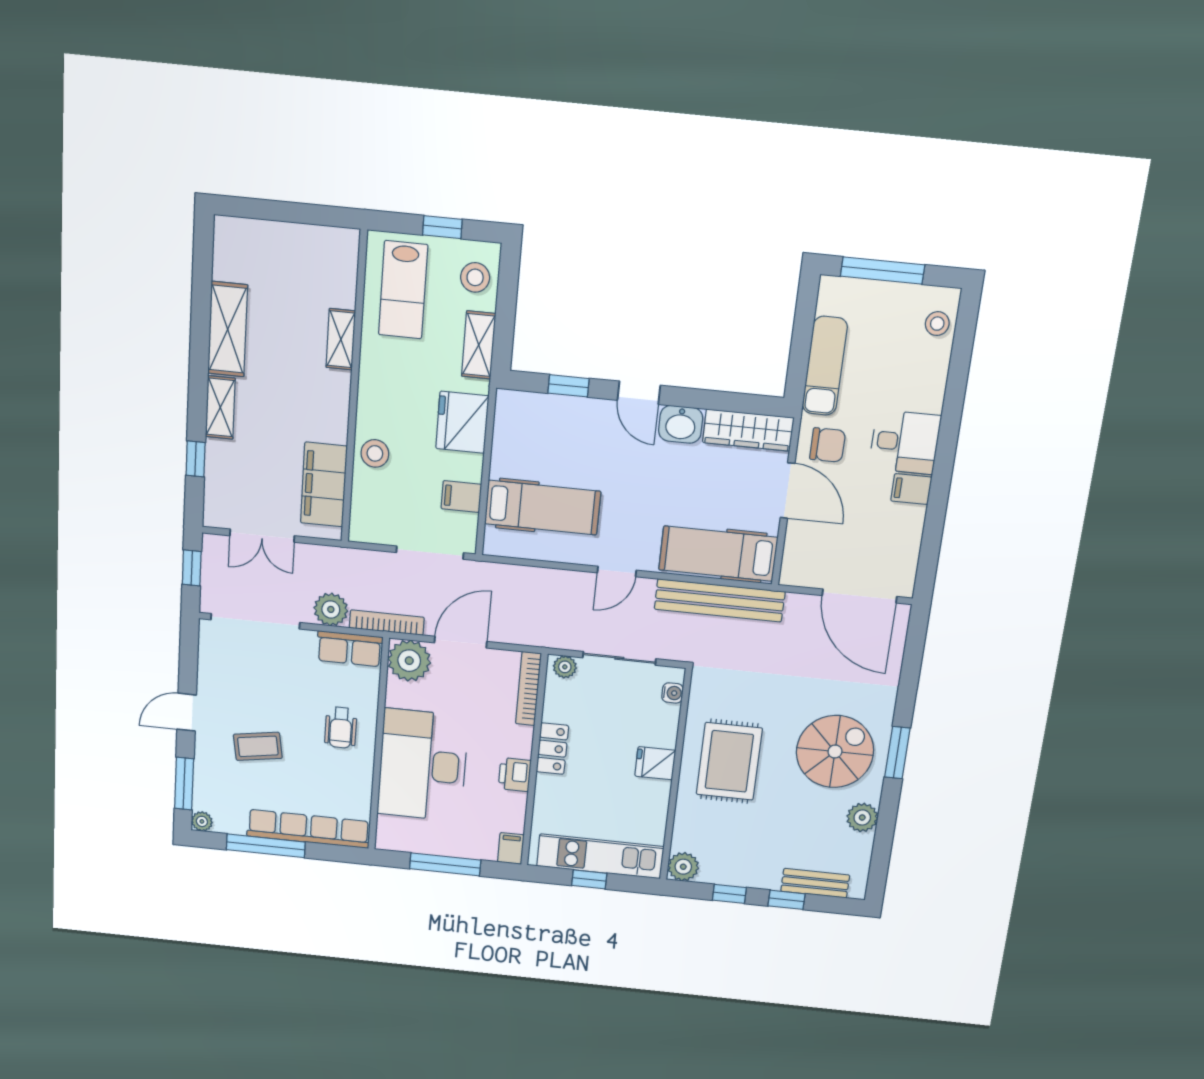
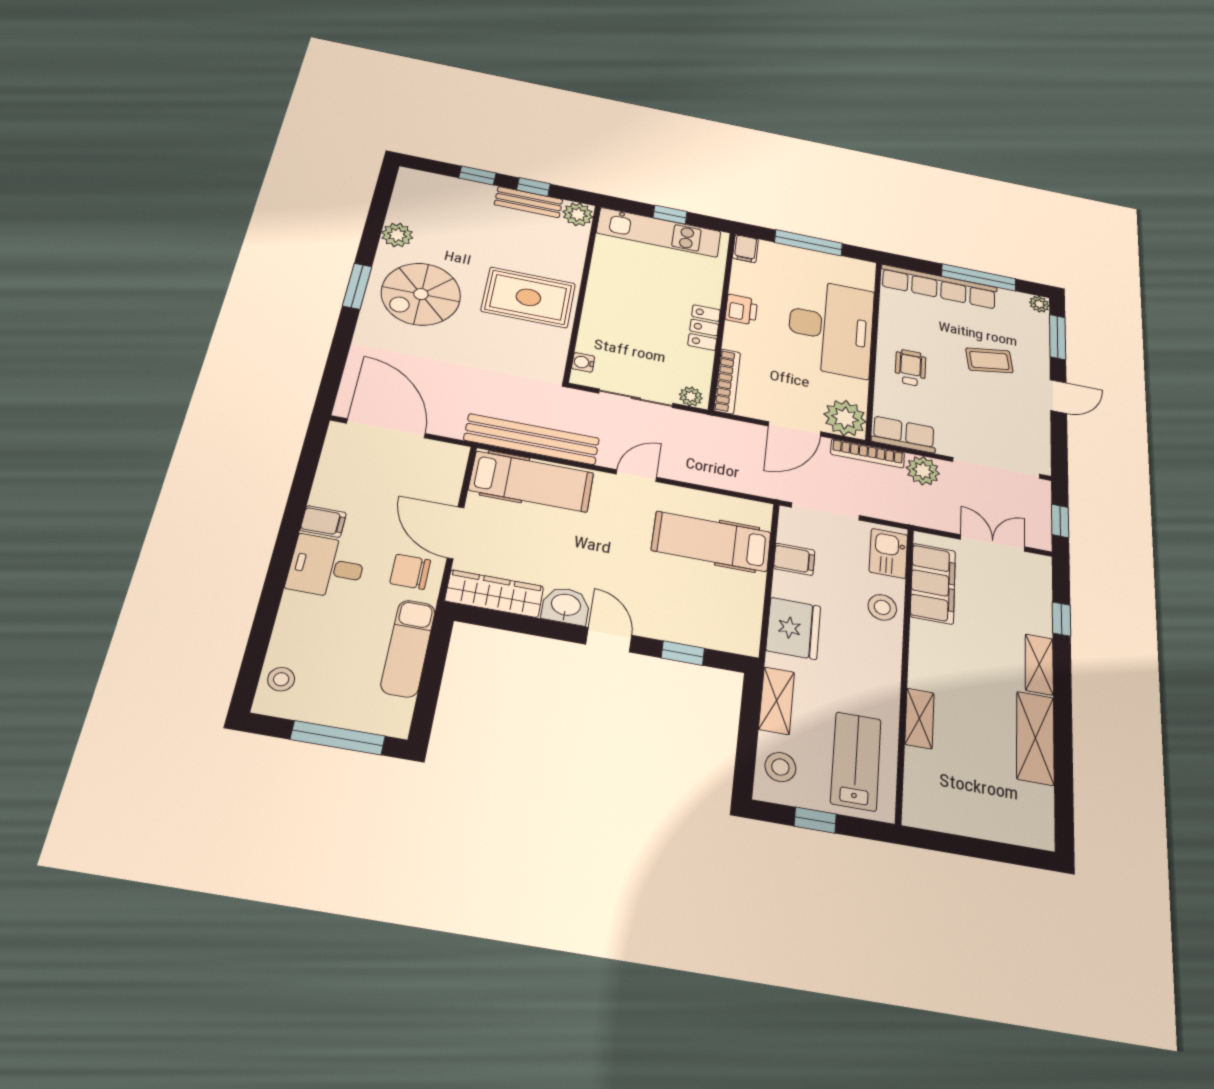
kitchen sink: (368, 513) -> (888, 553), added
rug: (729, 761) -> (528, 297), turned 90
fridge: (655, 763) -> (602, 304), removed
bench: (815, 883) -> (529, 202), moved

